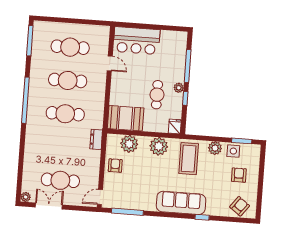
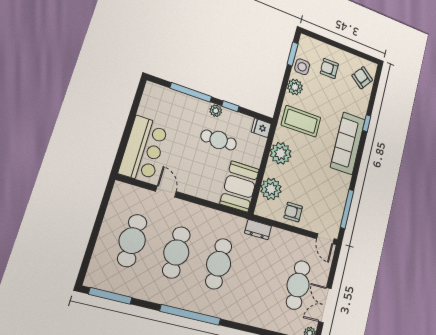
door: (110, 63) -> (166, 191), hinge flipped

